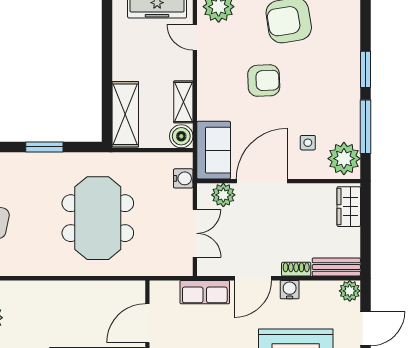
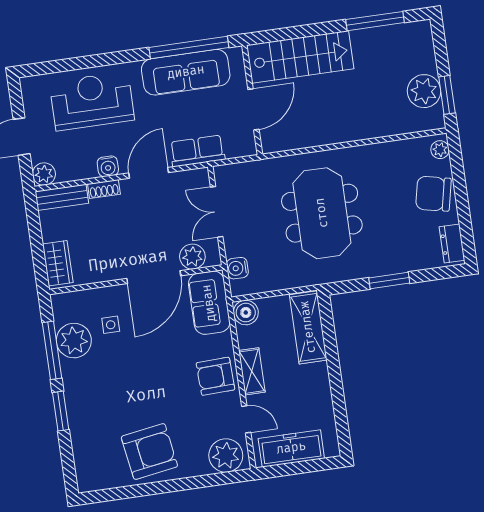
armchair: (264, 81) -> (215, 376), moved
shelving: (183, 102) -> (252, 371), moved
plant: (344, 159) -> (74, 341), moved

